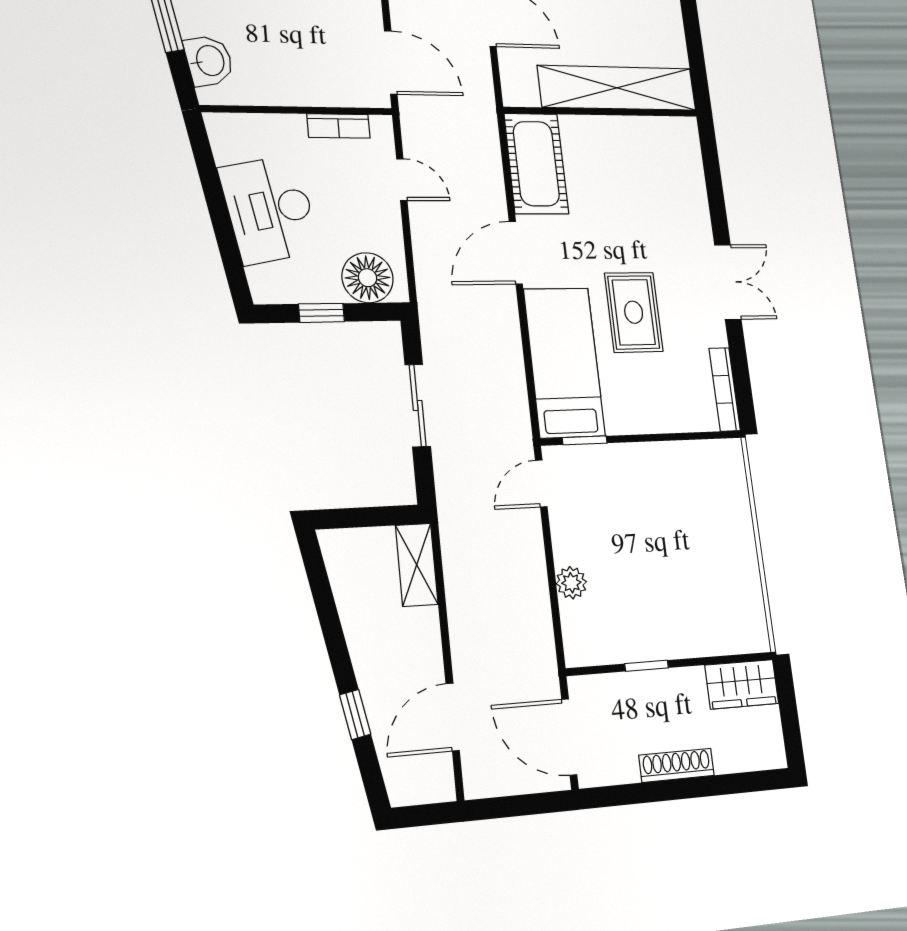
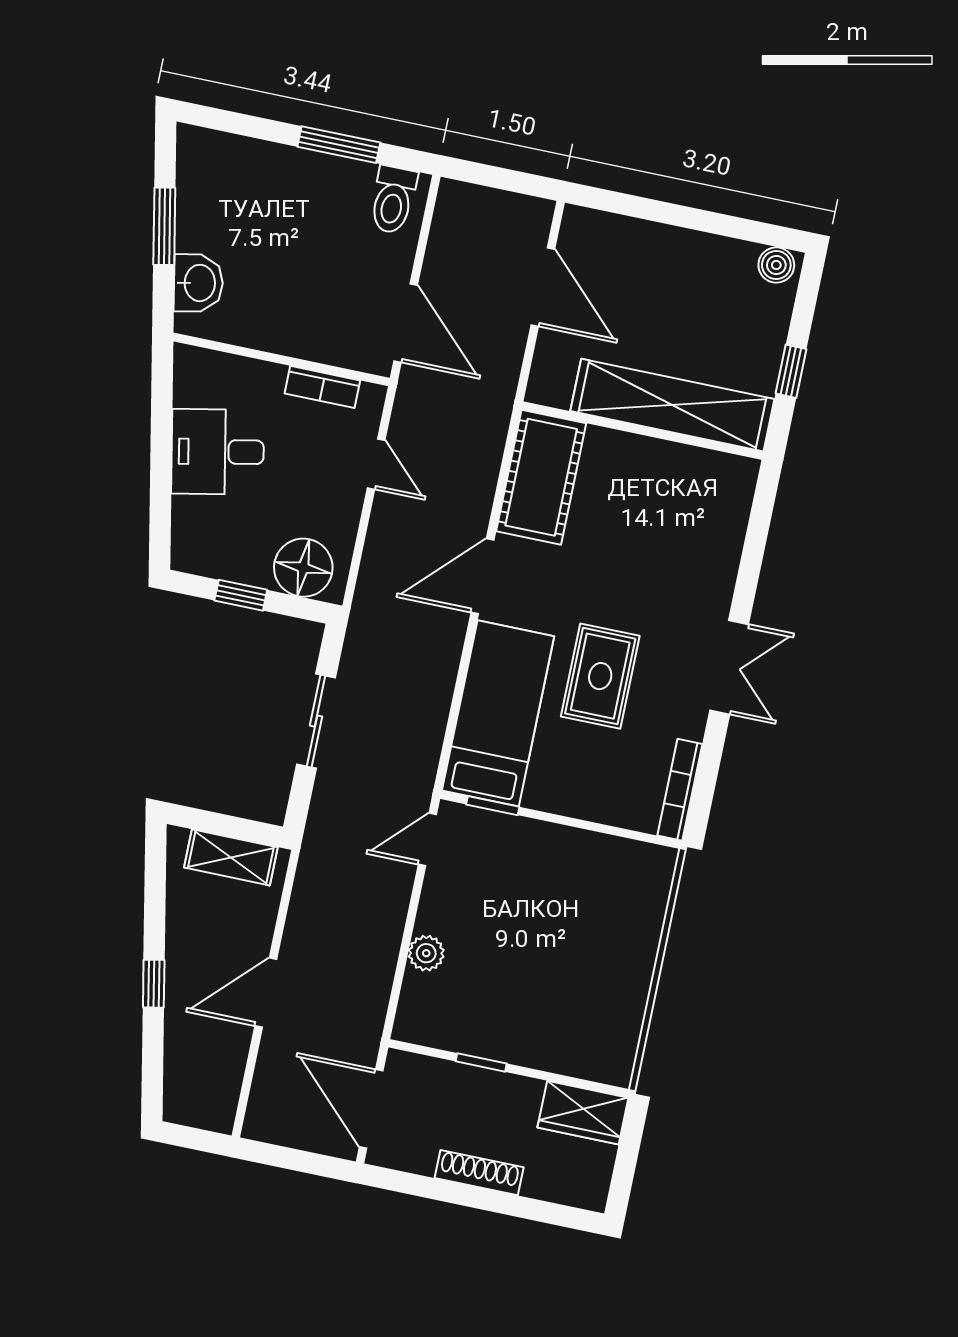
window: (694, 46) -> (791, 371), added
desk: (270, 209) -> (218, 452), width x0.73
shelving: (417, 565) -> (231, 857), moved, turned 90
window: (355, 714) -> (154, 984), moved
door: (453, 717) -> (266, 993), moved

